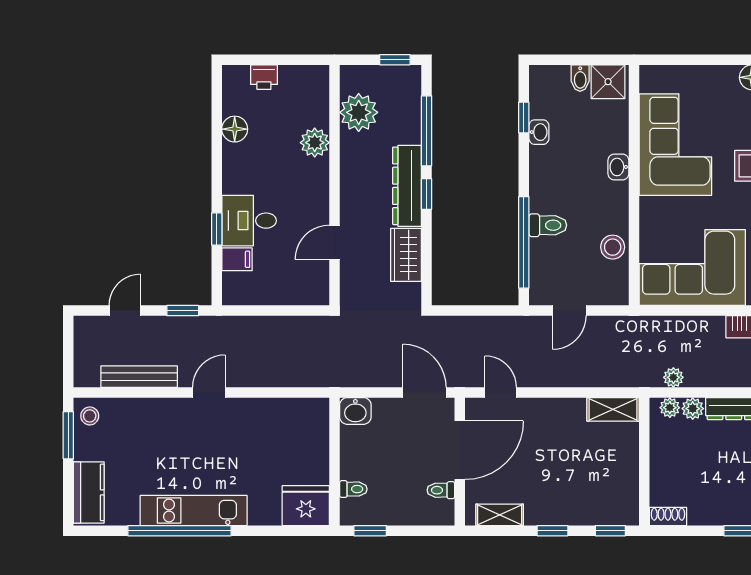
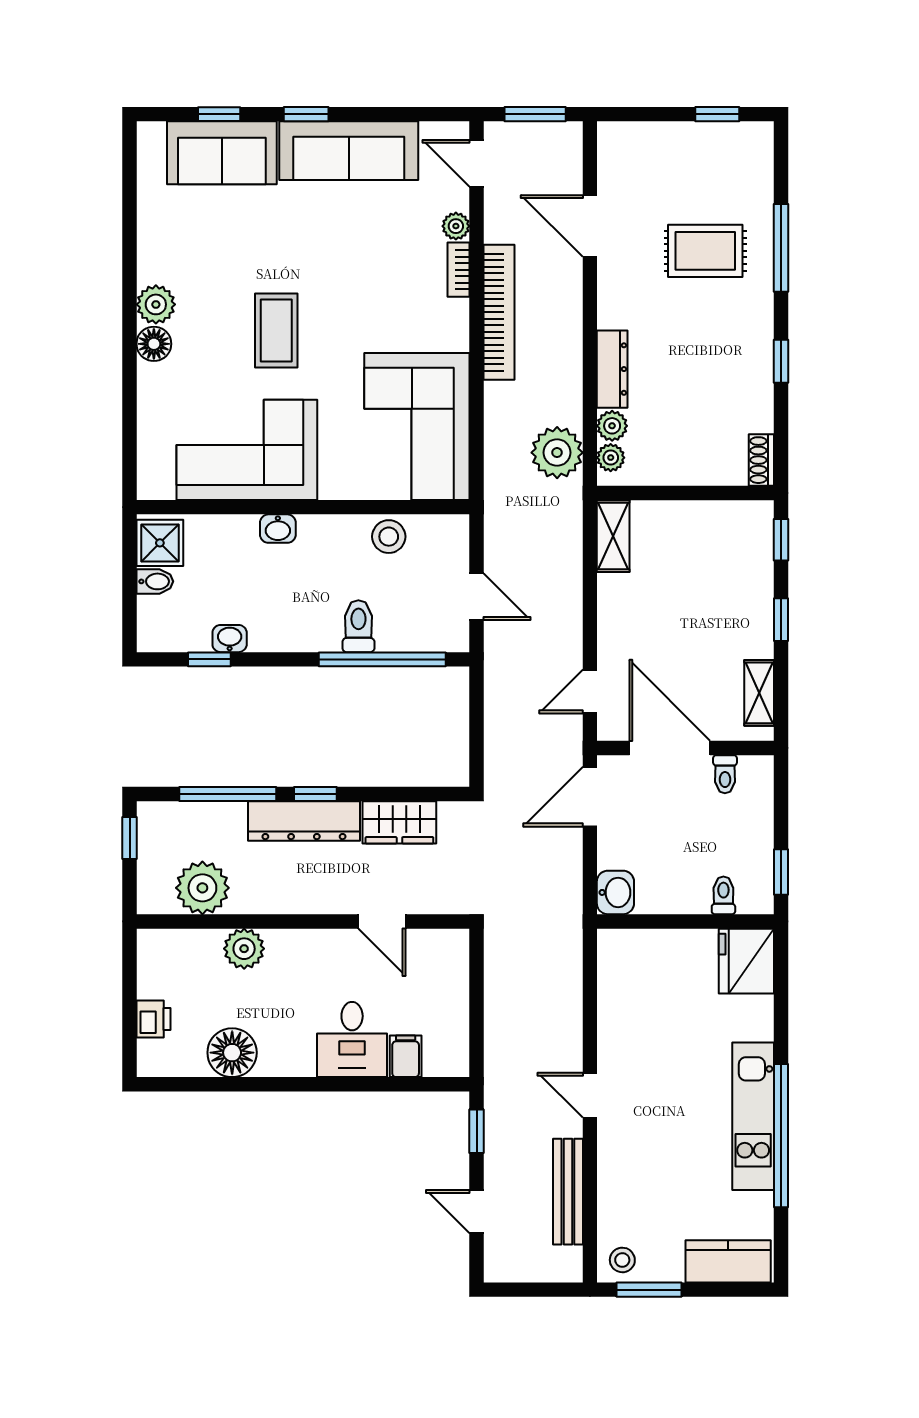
floor lamp: (235, 129) -> (232, 1053), width x1.38, depth x1.38
window: (217, 229) -> (364, 1084), removed
plant: (673, 377) -> (557, 453), width x1.88, depth x1.88

